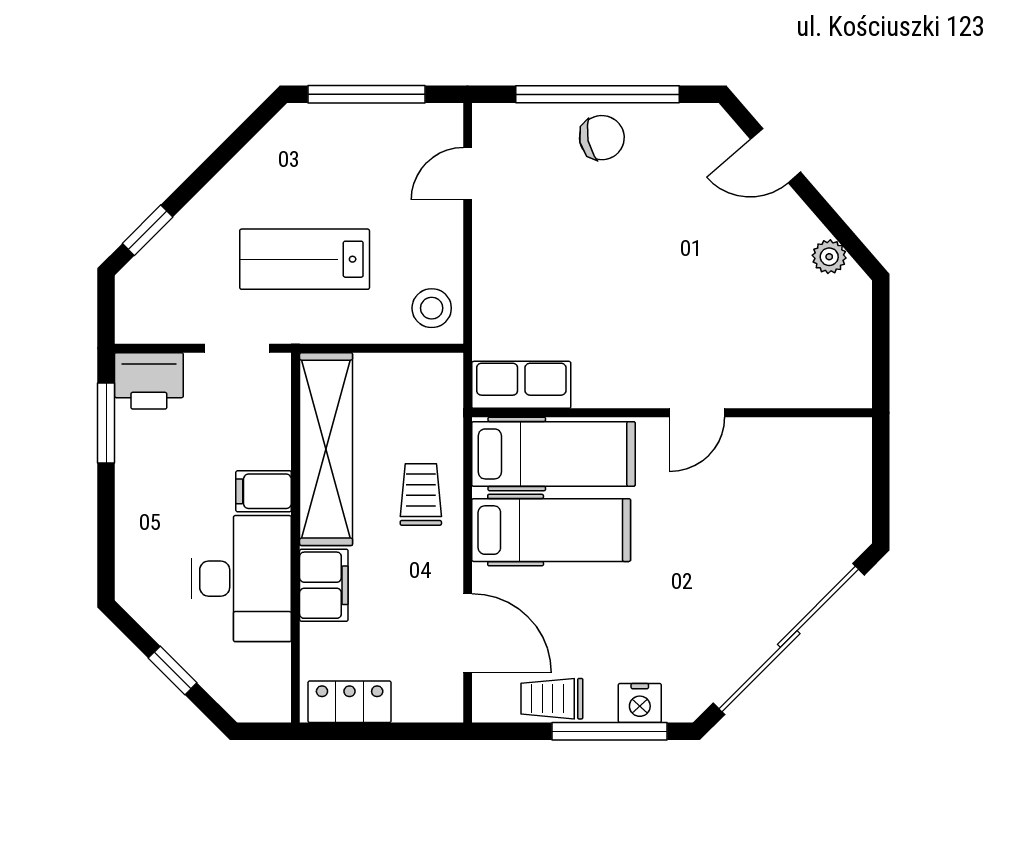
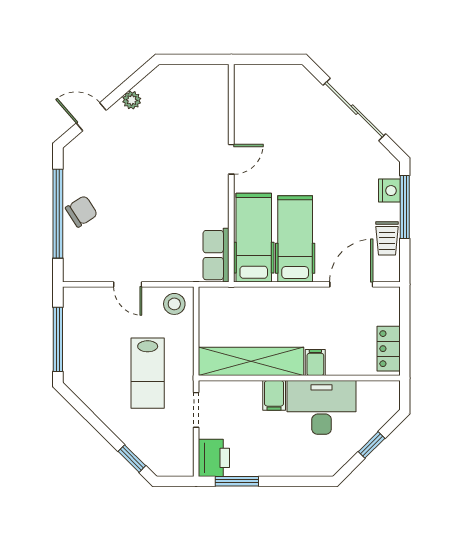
chair: (602, 138) -> (81, 211), turned 69
door: (776, 156) -> (91, 117), swing flipped
door: (468, 174) -> (128, 284), moved
plant: (829, 257) -> (132, 100), moved
door: (697, 413) -> (231, 159), hinge flipped
trolley: (421, 494) -> (276, 310), removed
filing cabinet: (324, 585) -> (315, 363), width x0.50
sliding door: (789, 639) -> (354, 110), width x0.73

